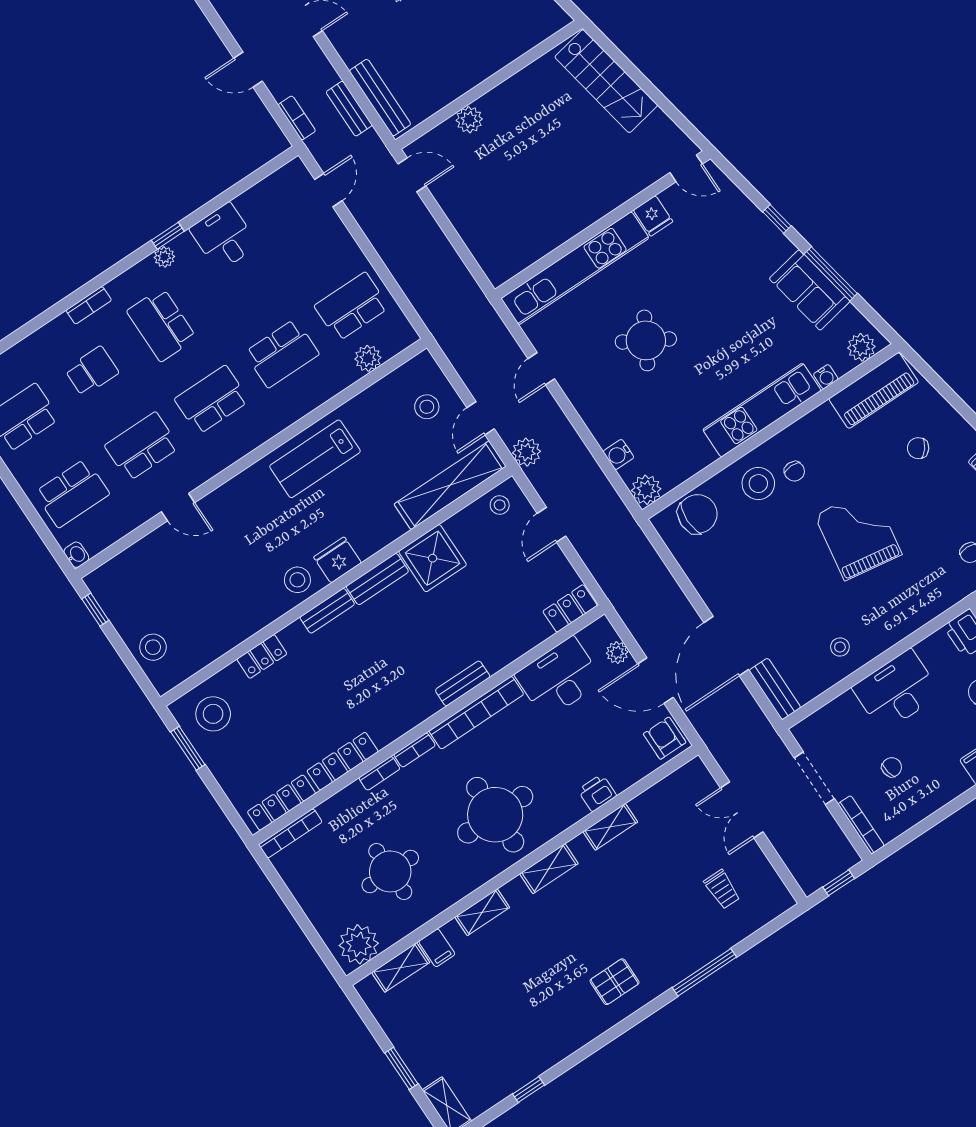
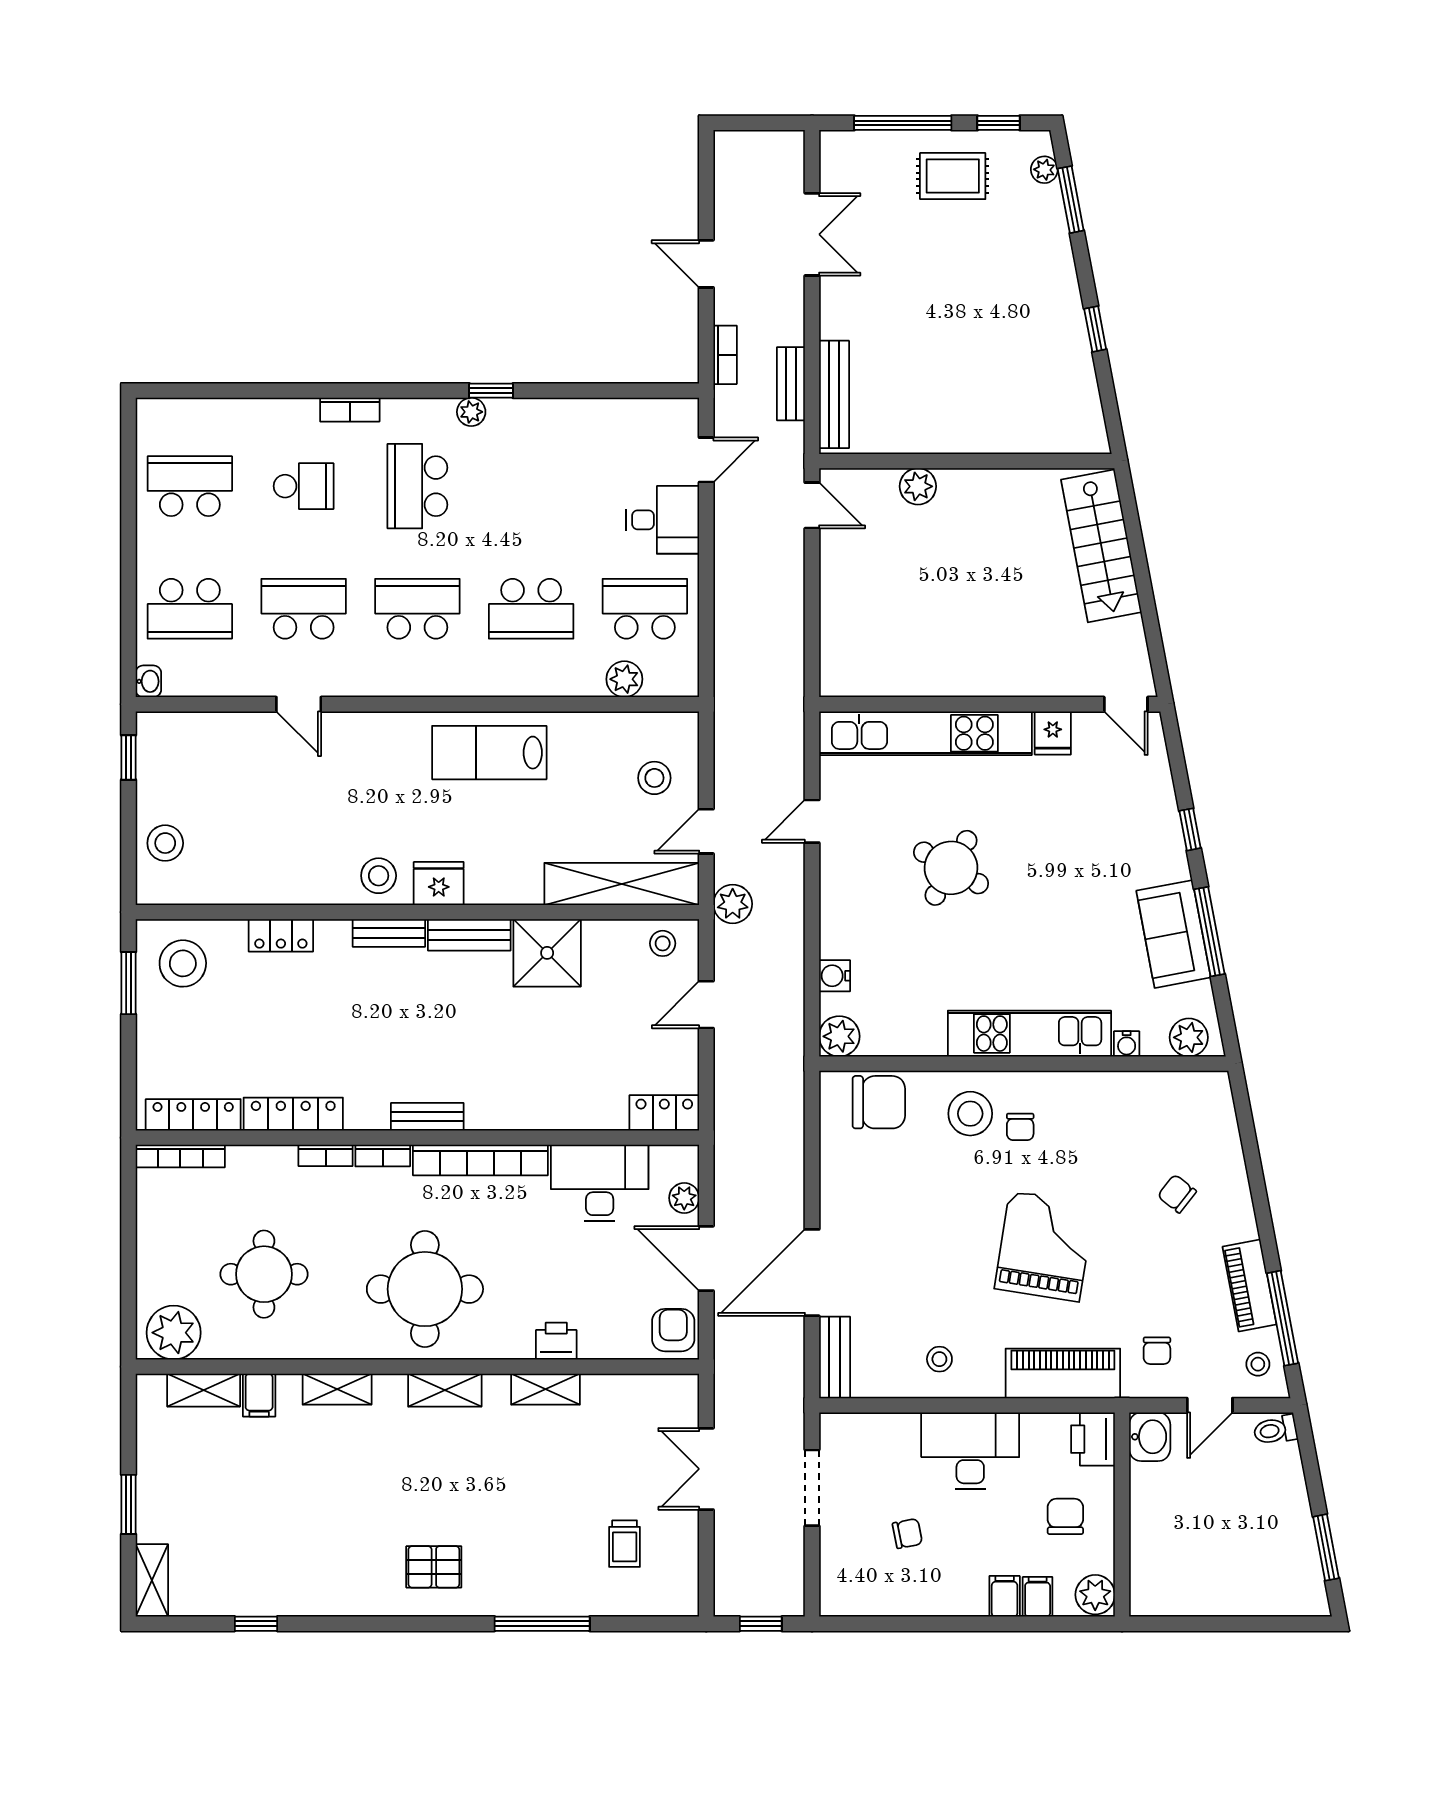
desk: (224, 237) -> (663, 520), moved, turned 90
piano: (874, 391) -> (1063, 1373), moved, turned 180
bench: (463, 683) -> (427, 1117), moved
bookcase: (861, 825) -> (830, 1575), removed

